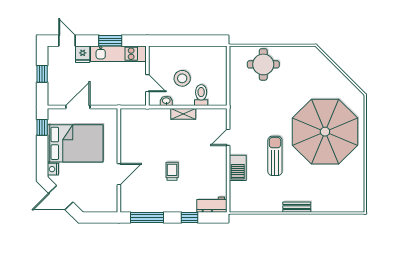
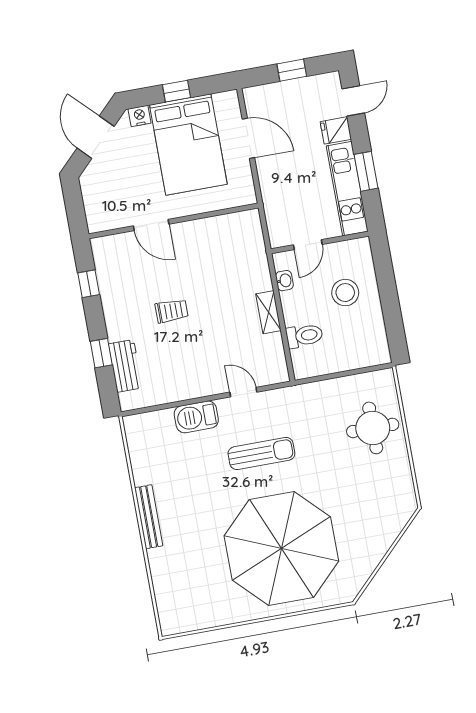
stool: (182, 78) -> (345, 293), moved
window: (42, 127) -> (177, 91), moved
sun lounger: (275, 156) -> (261, 454), moved
workbench: (212, 205) -> (125, 366), moved
bench: (297, 207) -> (149, 517), width x1.36
window: (147, 218) -> (89, 284), width x0.46

